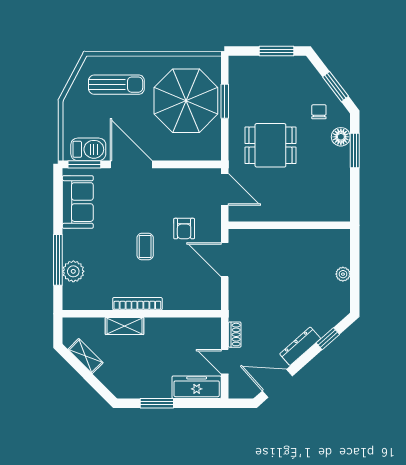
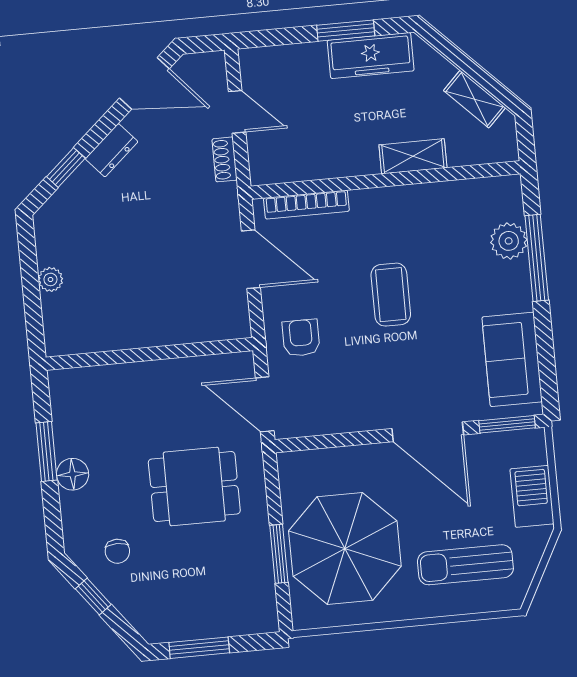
window: (335, 87) -> (93, 597), width x0.67
floor lamp: (341, 137) -> (73, 474), moved
barbecue: (88, 149) -> (532, 496), moved, turned 90
window: (355, 151) -> (46, 451), moved
armchair: (184, 229) -> (301, 338), moved
coffee table: (145, 246) -> (391, 295), width x1.36, depth x1.30
door: (225, 260) -> (251, 259), moved
bookcase: (137, 304) -> (306, 205), moved
dresser: (300, 346) -> (112, 150), width x0.70
freezer: (197, 387) -> (371, 56), moved

